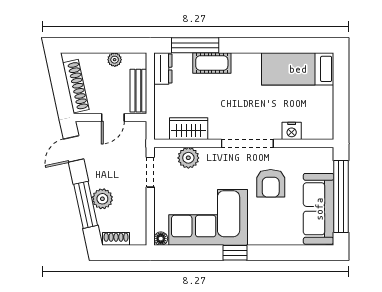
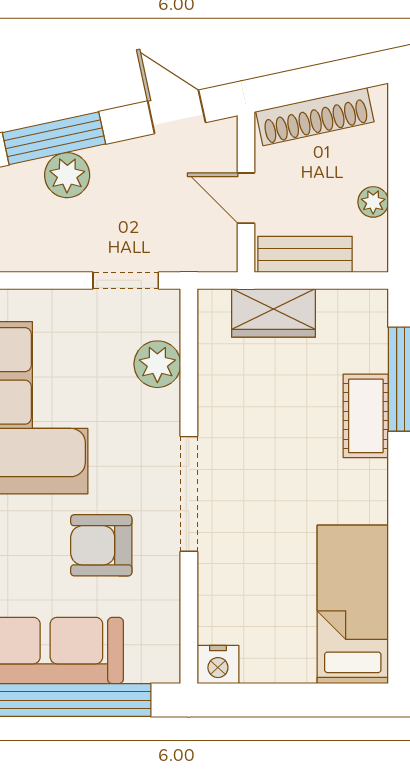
dresser: (163, 69) -> (354, 308), removed
wardrobe: (189, 129) -> (274, 313), moved, turned 90
nightstand: (292, 131) -> (218, 664), moved, turned -90

